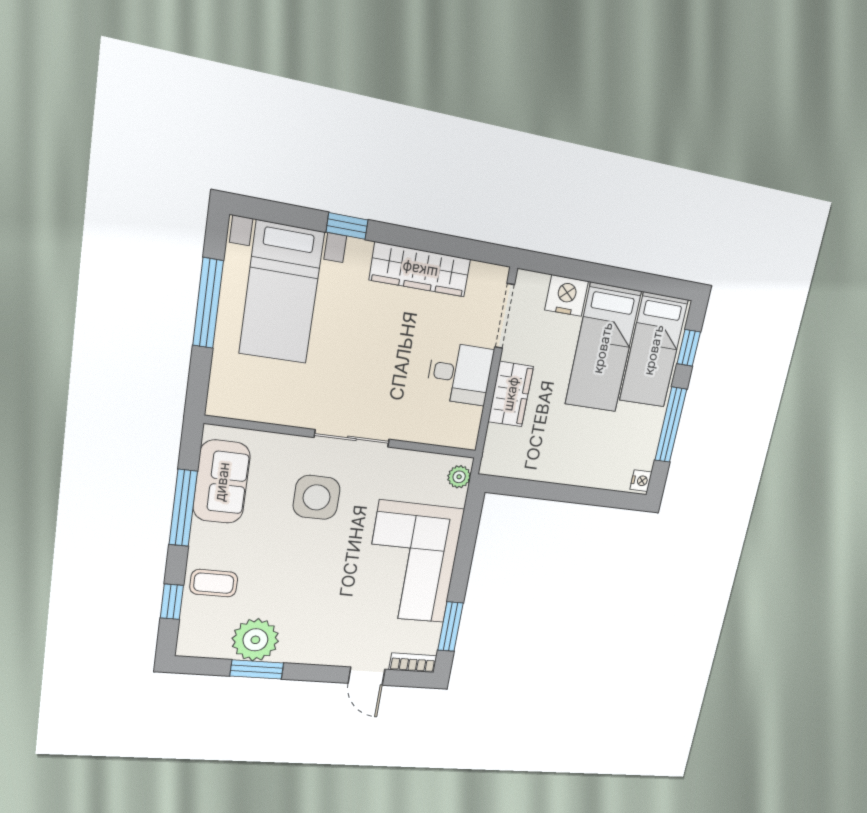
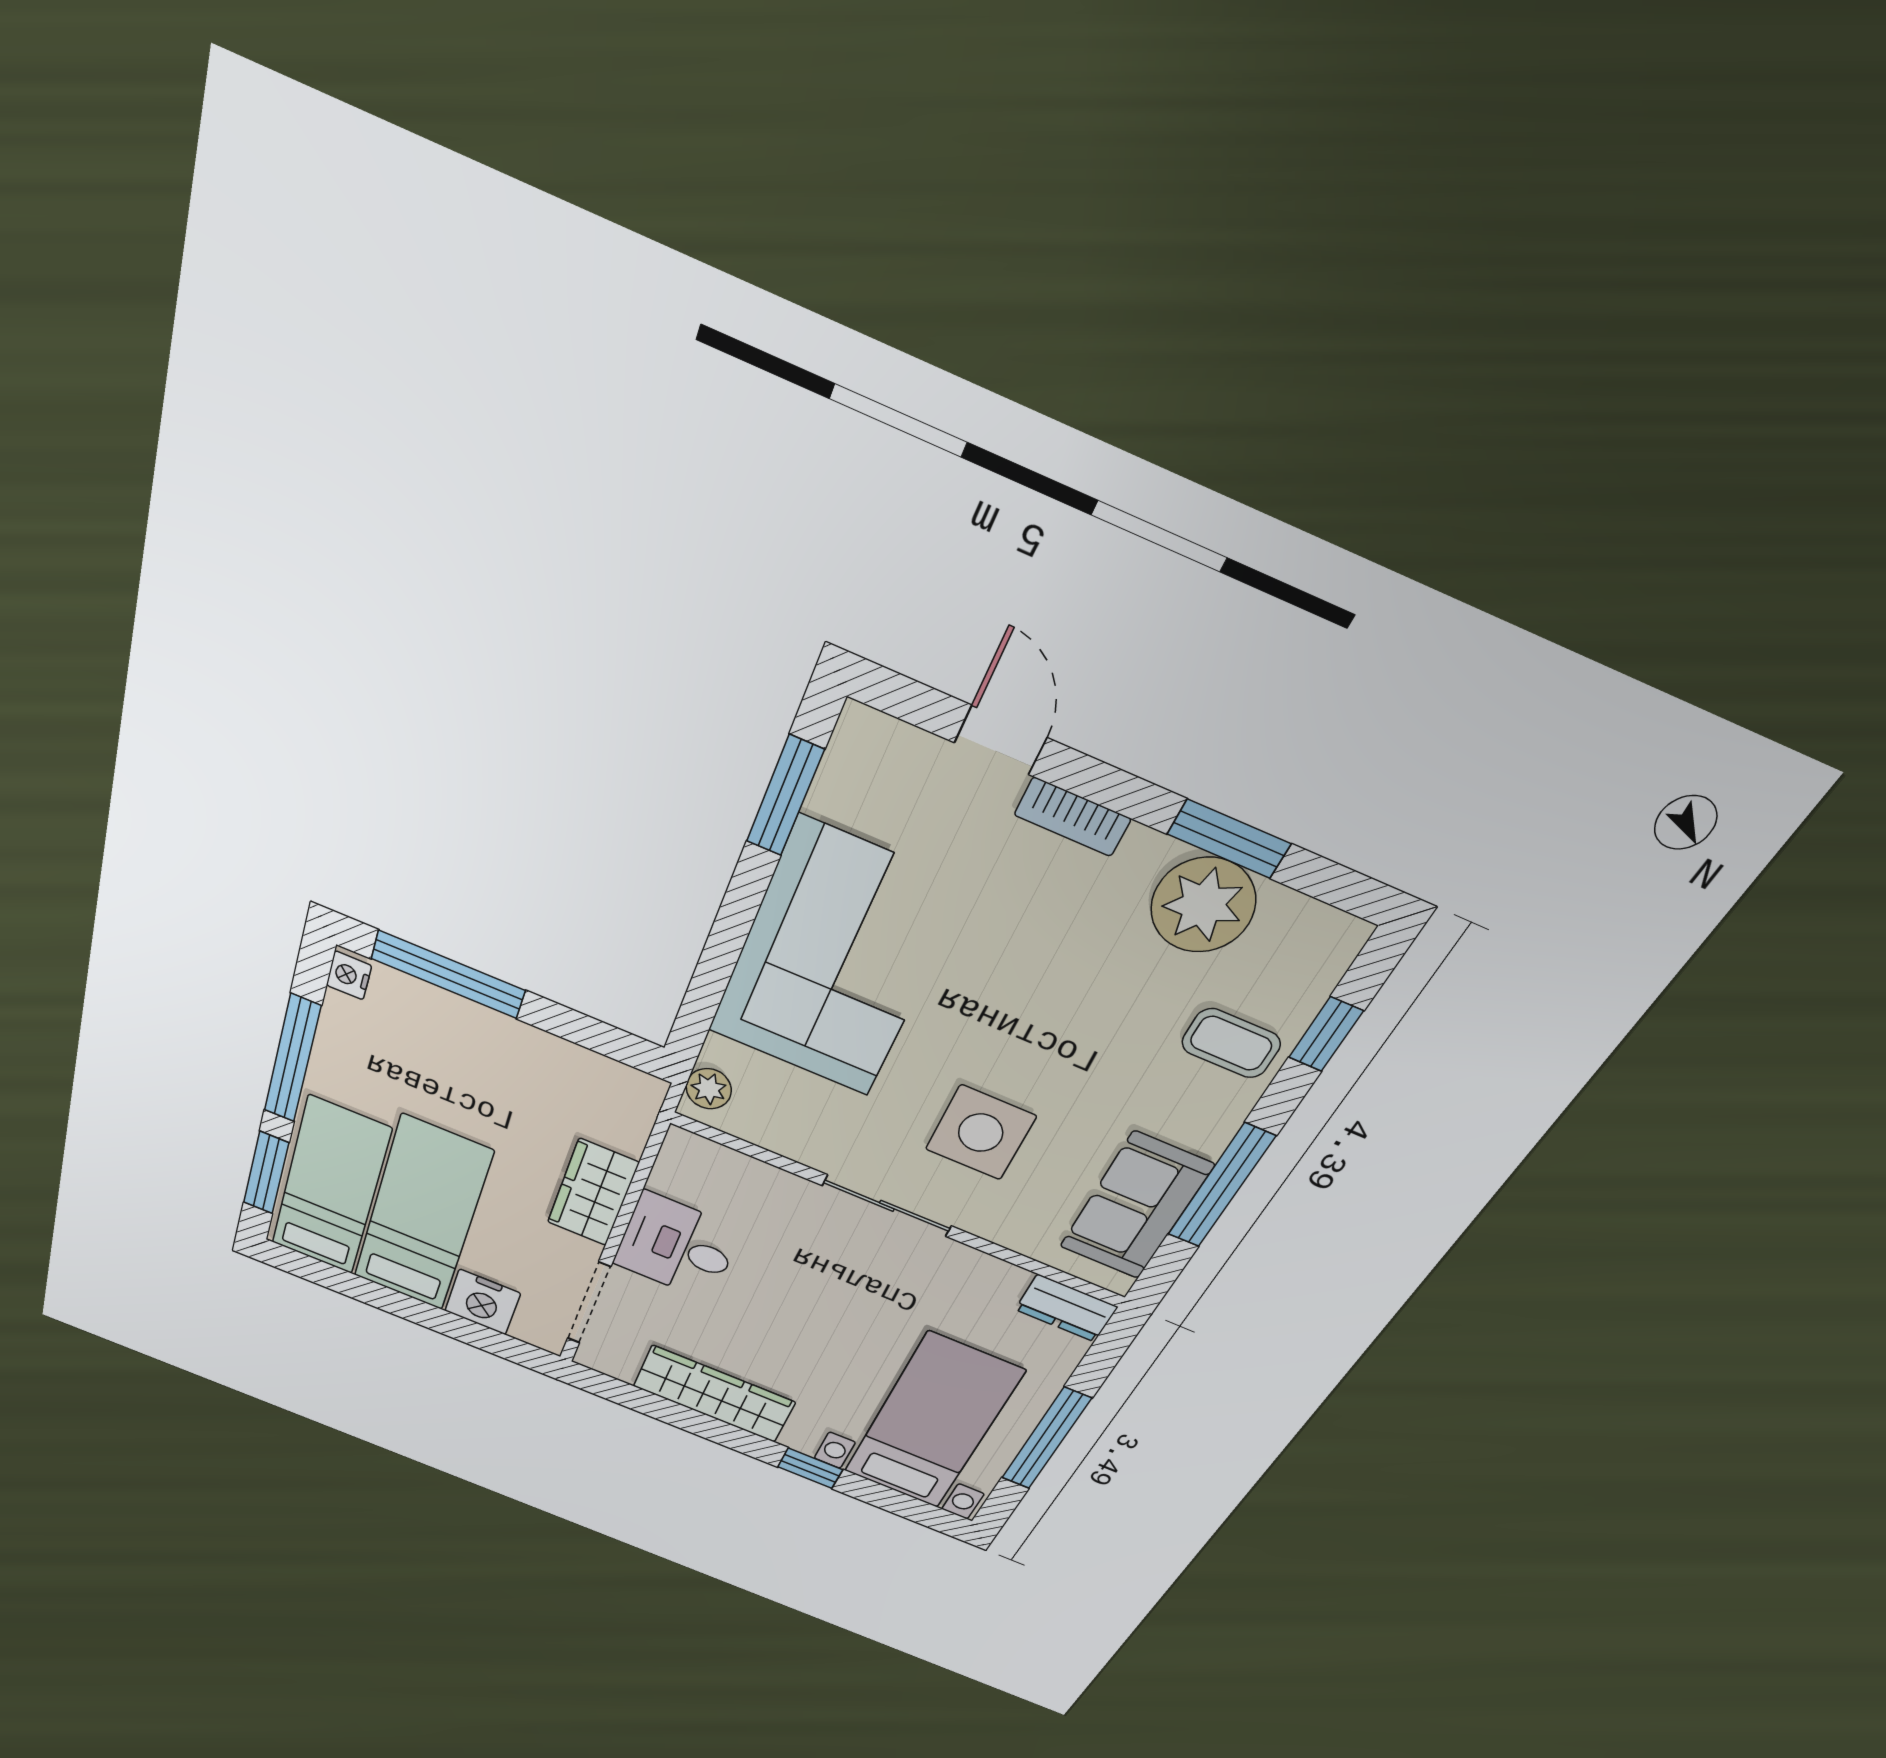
window: (689, 348) -> (266, 1173), width x1.50
dresser: (233, 405) -> (1066, 1308), added
window: (593, 497) -> (448, 975), added
bookcase: (413, 663) -> (1072, 817), moved

